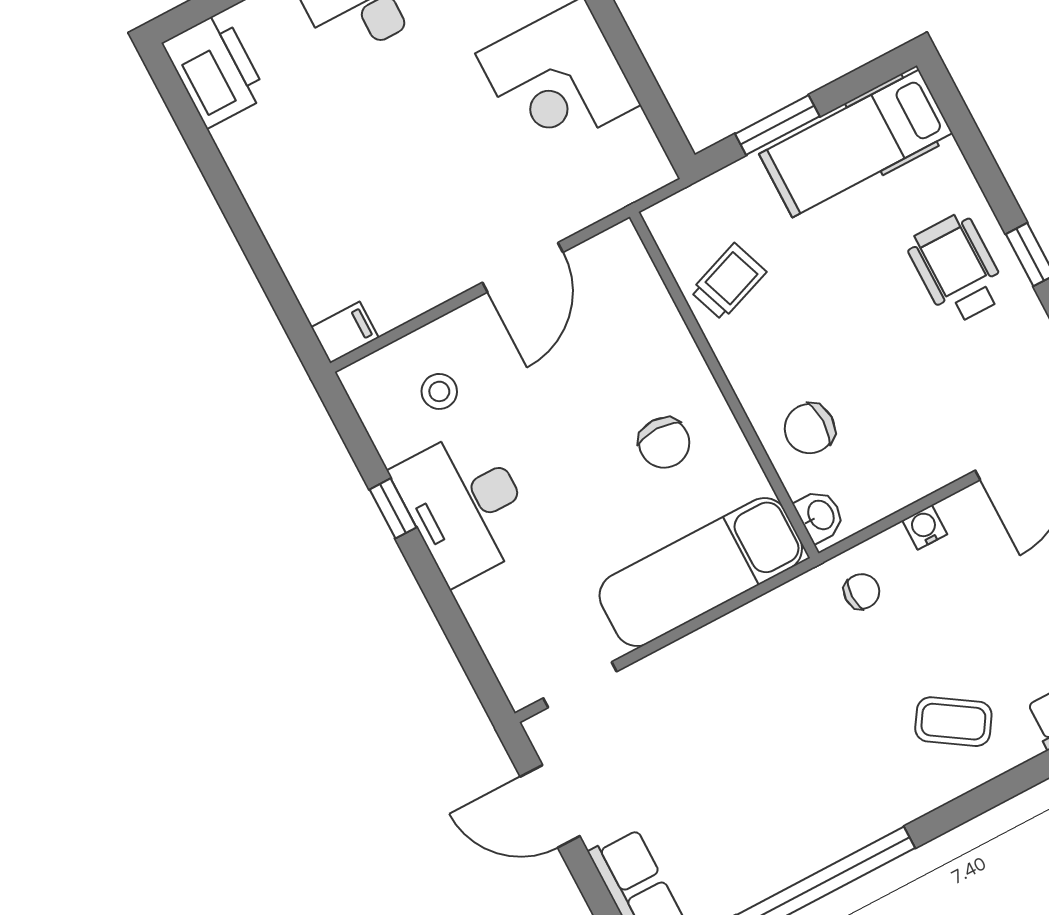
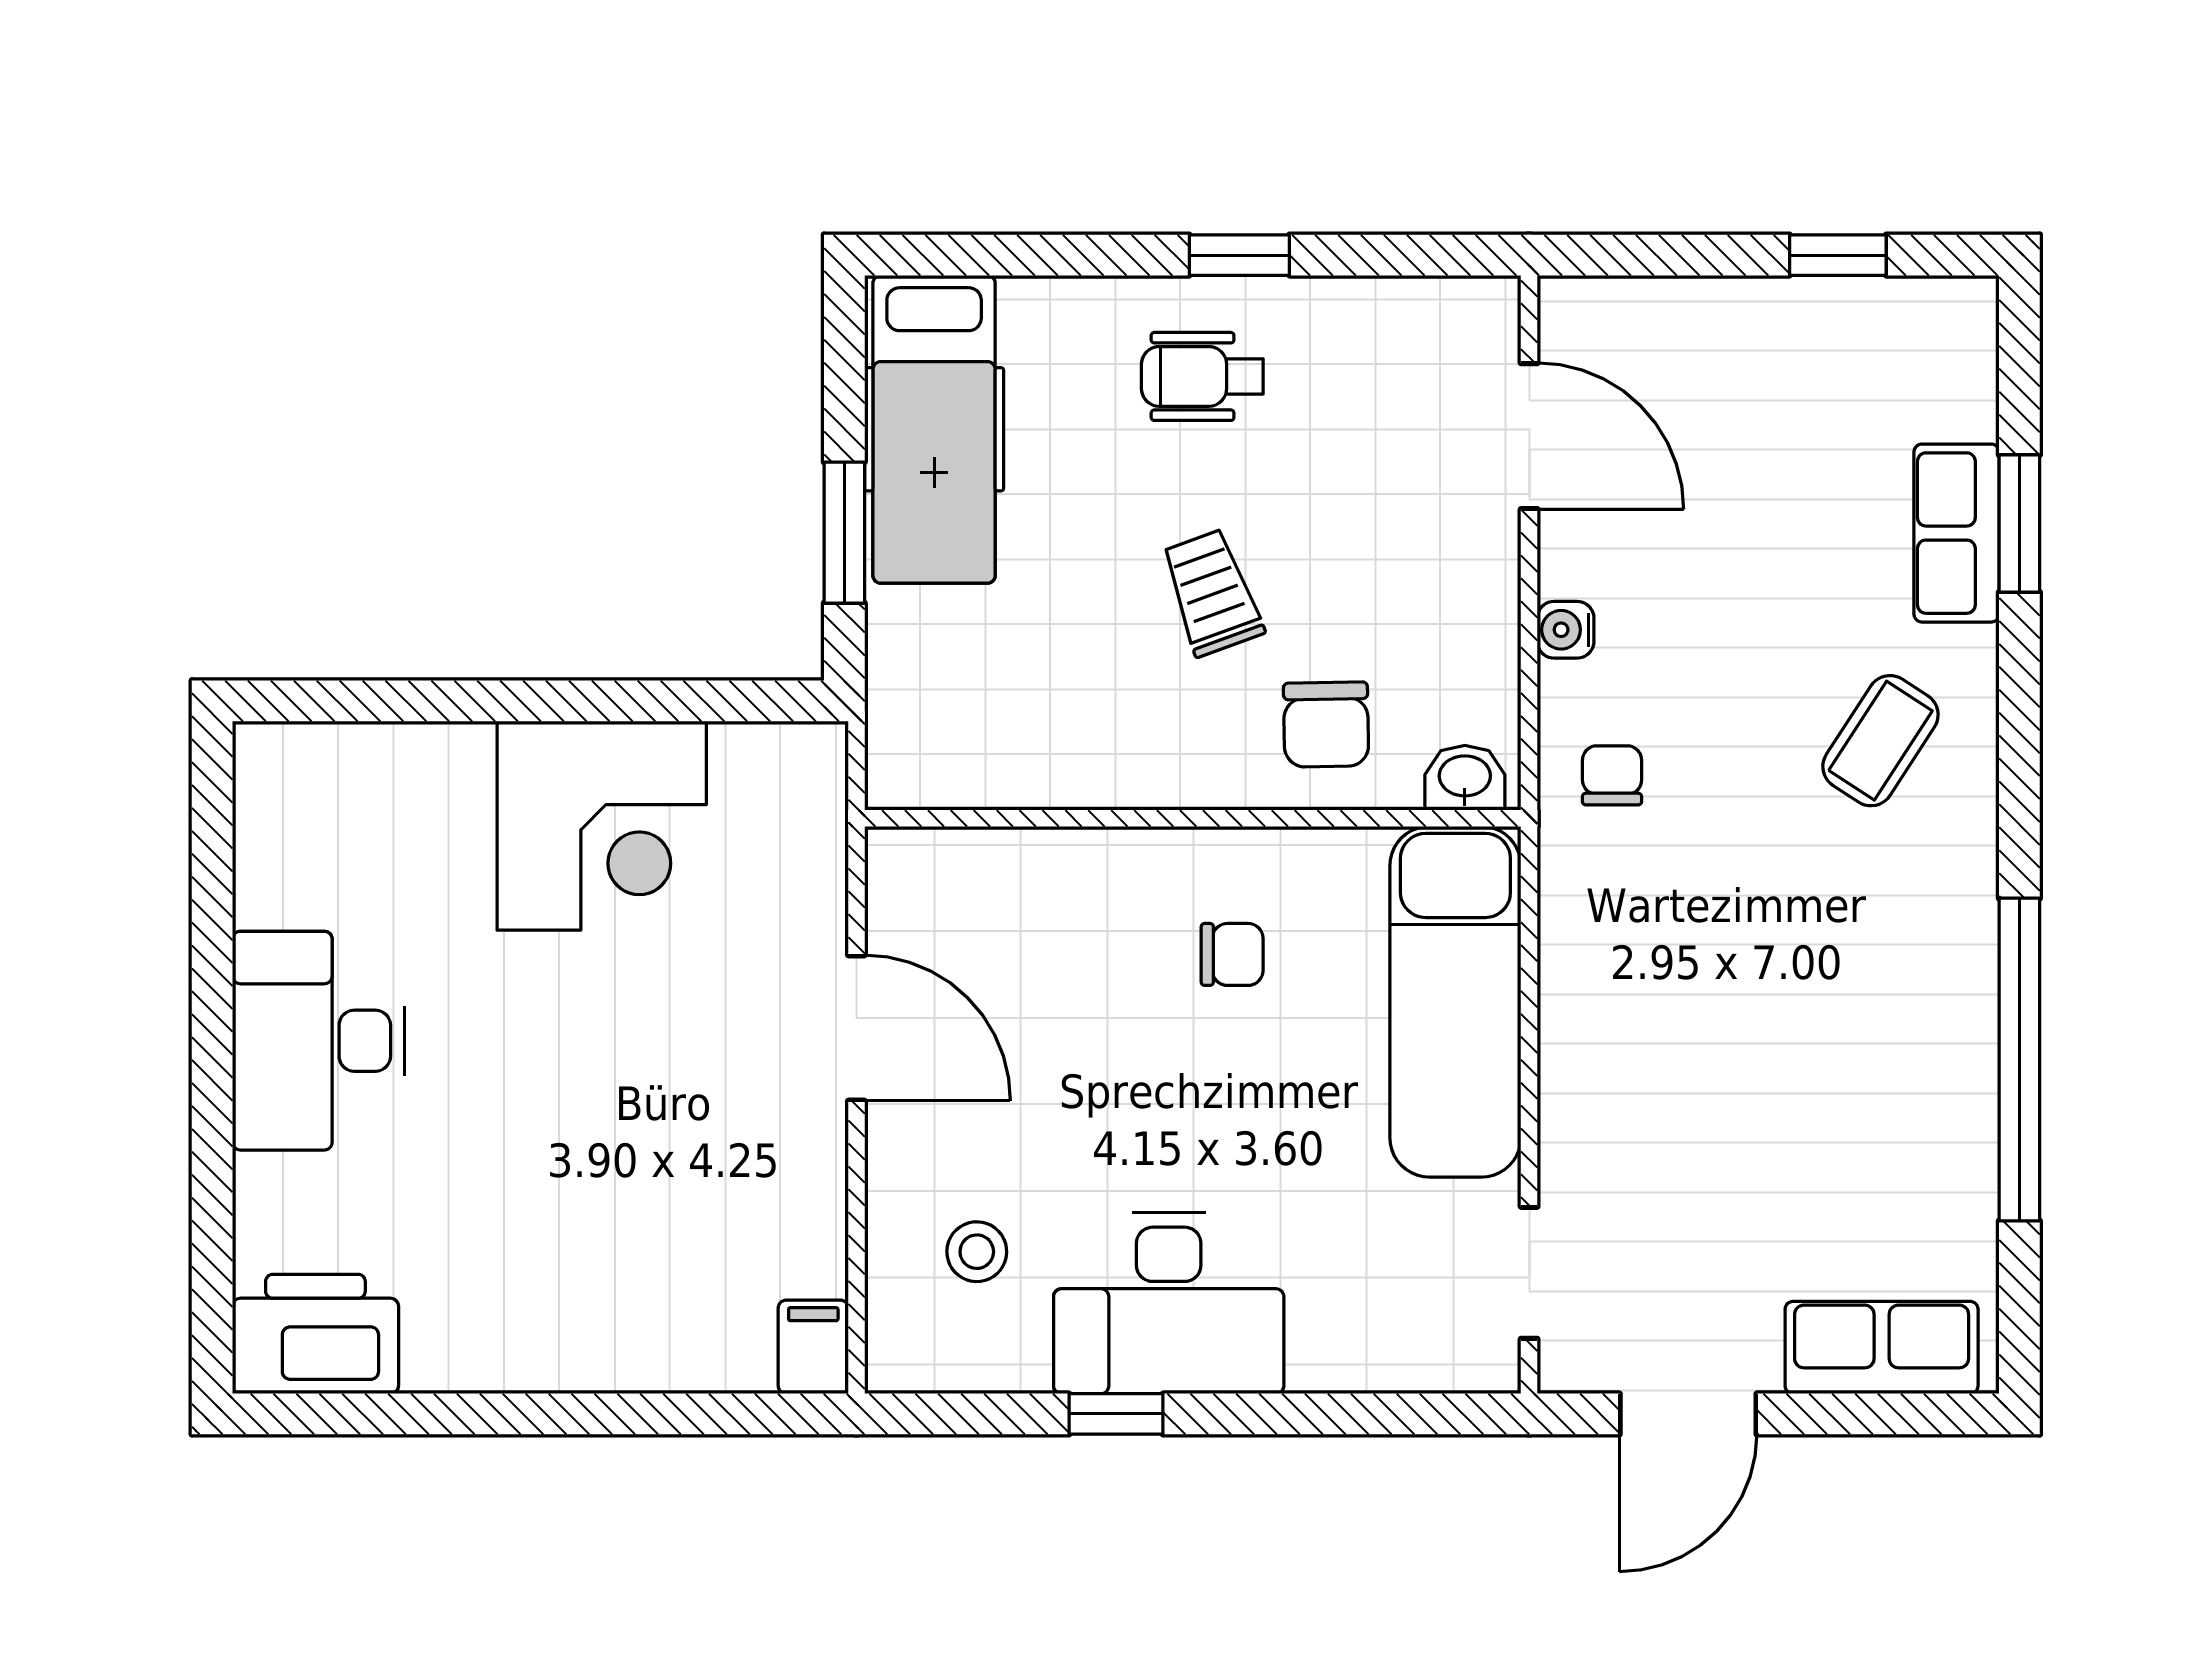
wheelchair: (957, 269) -> (1202, 376), width x0.73, depth x0.73
trolley: (728, 282) -> (1212, 593), moved
chair: (664, 443) -> (1232, 954), width x0.73, depth x0.73

